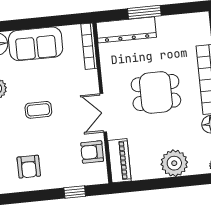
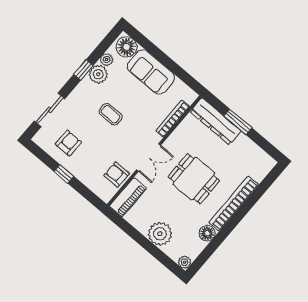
bookcase: (89, 46) -> (173, 119), moved
double door: (103, 113) -> (149, 157), swing flipped
armchair: (29, 167) -> (68, 143), turned 180
window: (75, 192) -> (64, 174), moved

